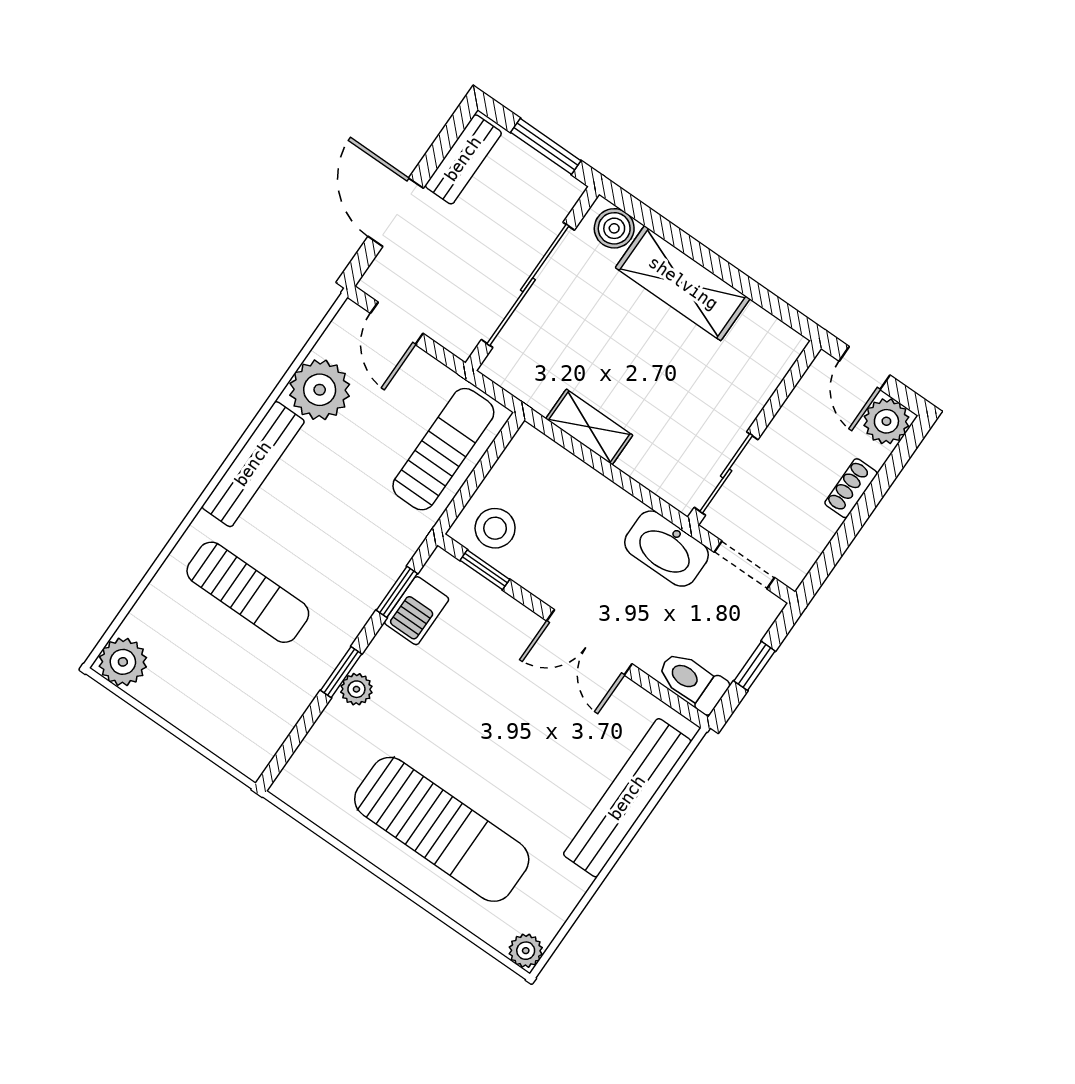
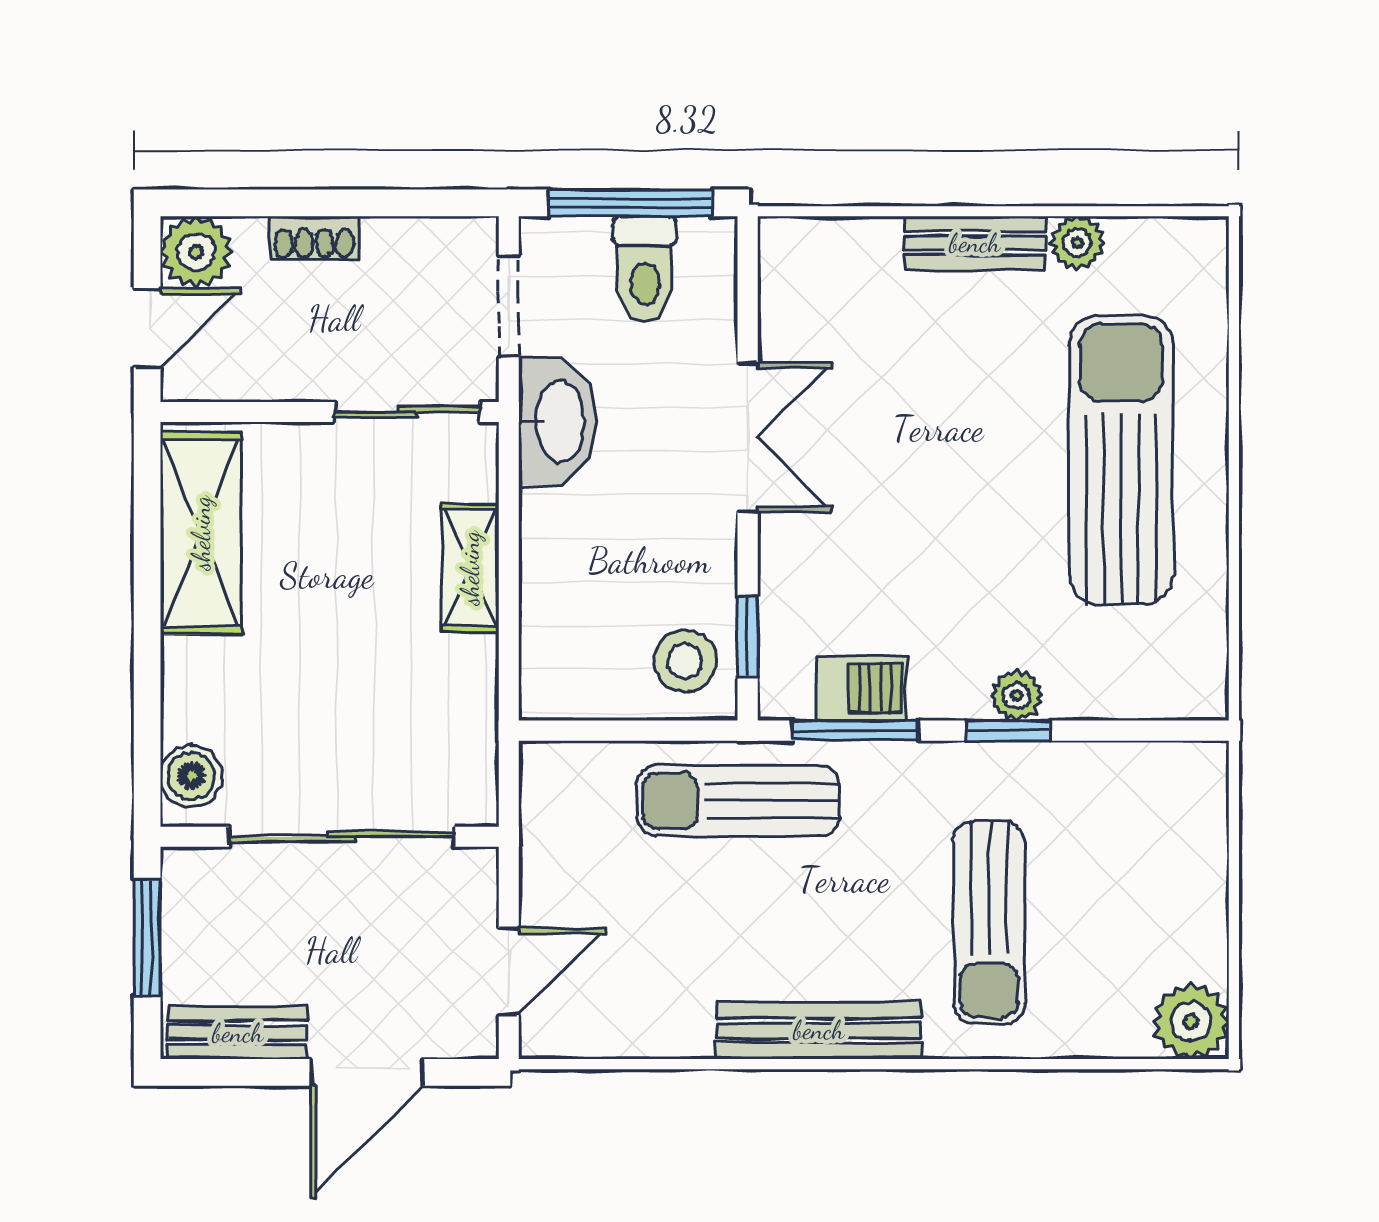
shelving: (683, 283) -> (201, 533), moved
plant: (320, 390) -> (664, 1011), removed
shelving: (589, 427) -> (470, 568), moved
sun lounger: (443, 449) -> (738, 801), moved
sun lounger: (248, 592) -> (989, 922), turned 180
window: (397, 592) -> (855, 731), width x1.50
window: (754, 666) -> (630, 203), width x2.17
toilet: (692, 681) -> (645, 269), moved
bench: (627, 798) -> (975, 243), width x0.54, depth x0.82
plant: (526, 951) -> (1077, 243), moved

